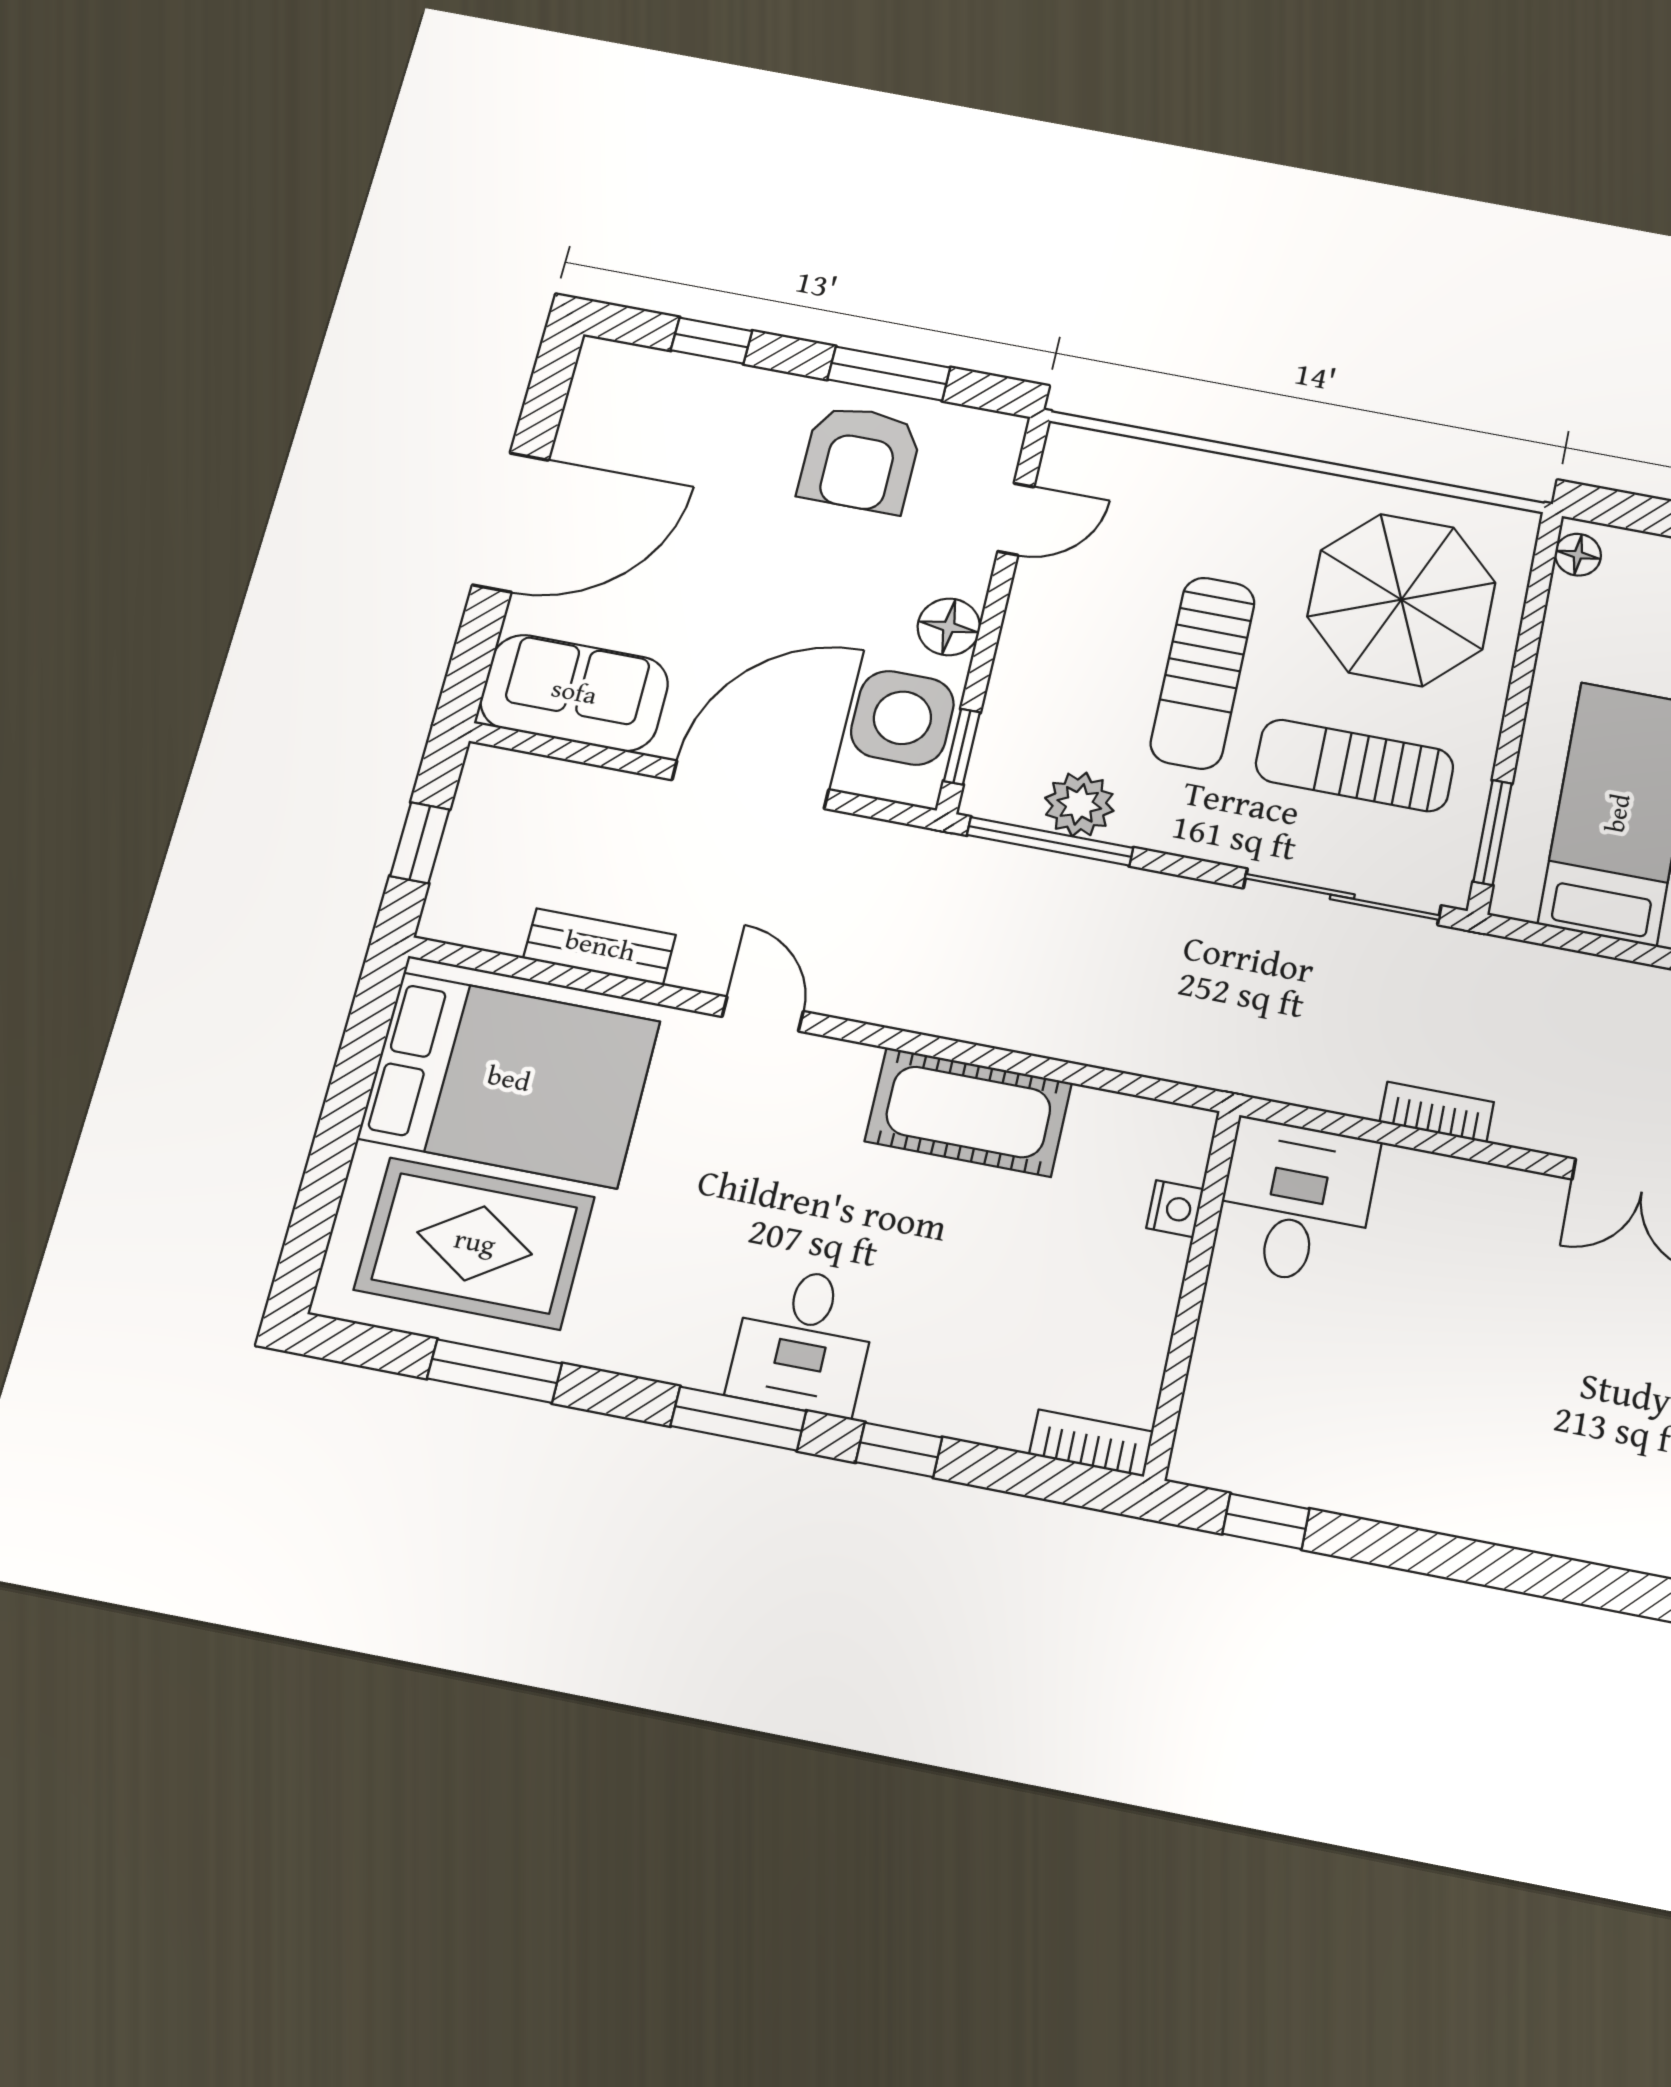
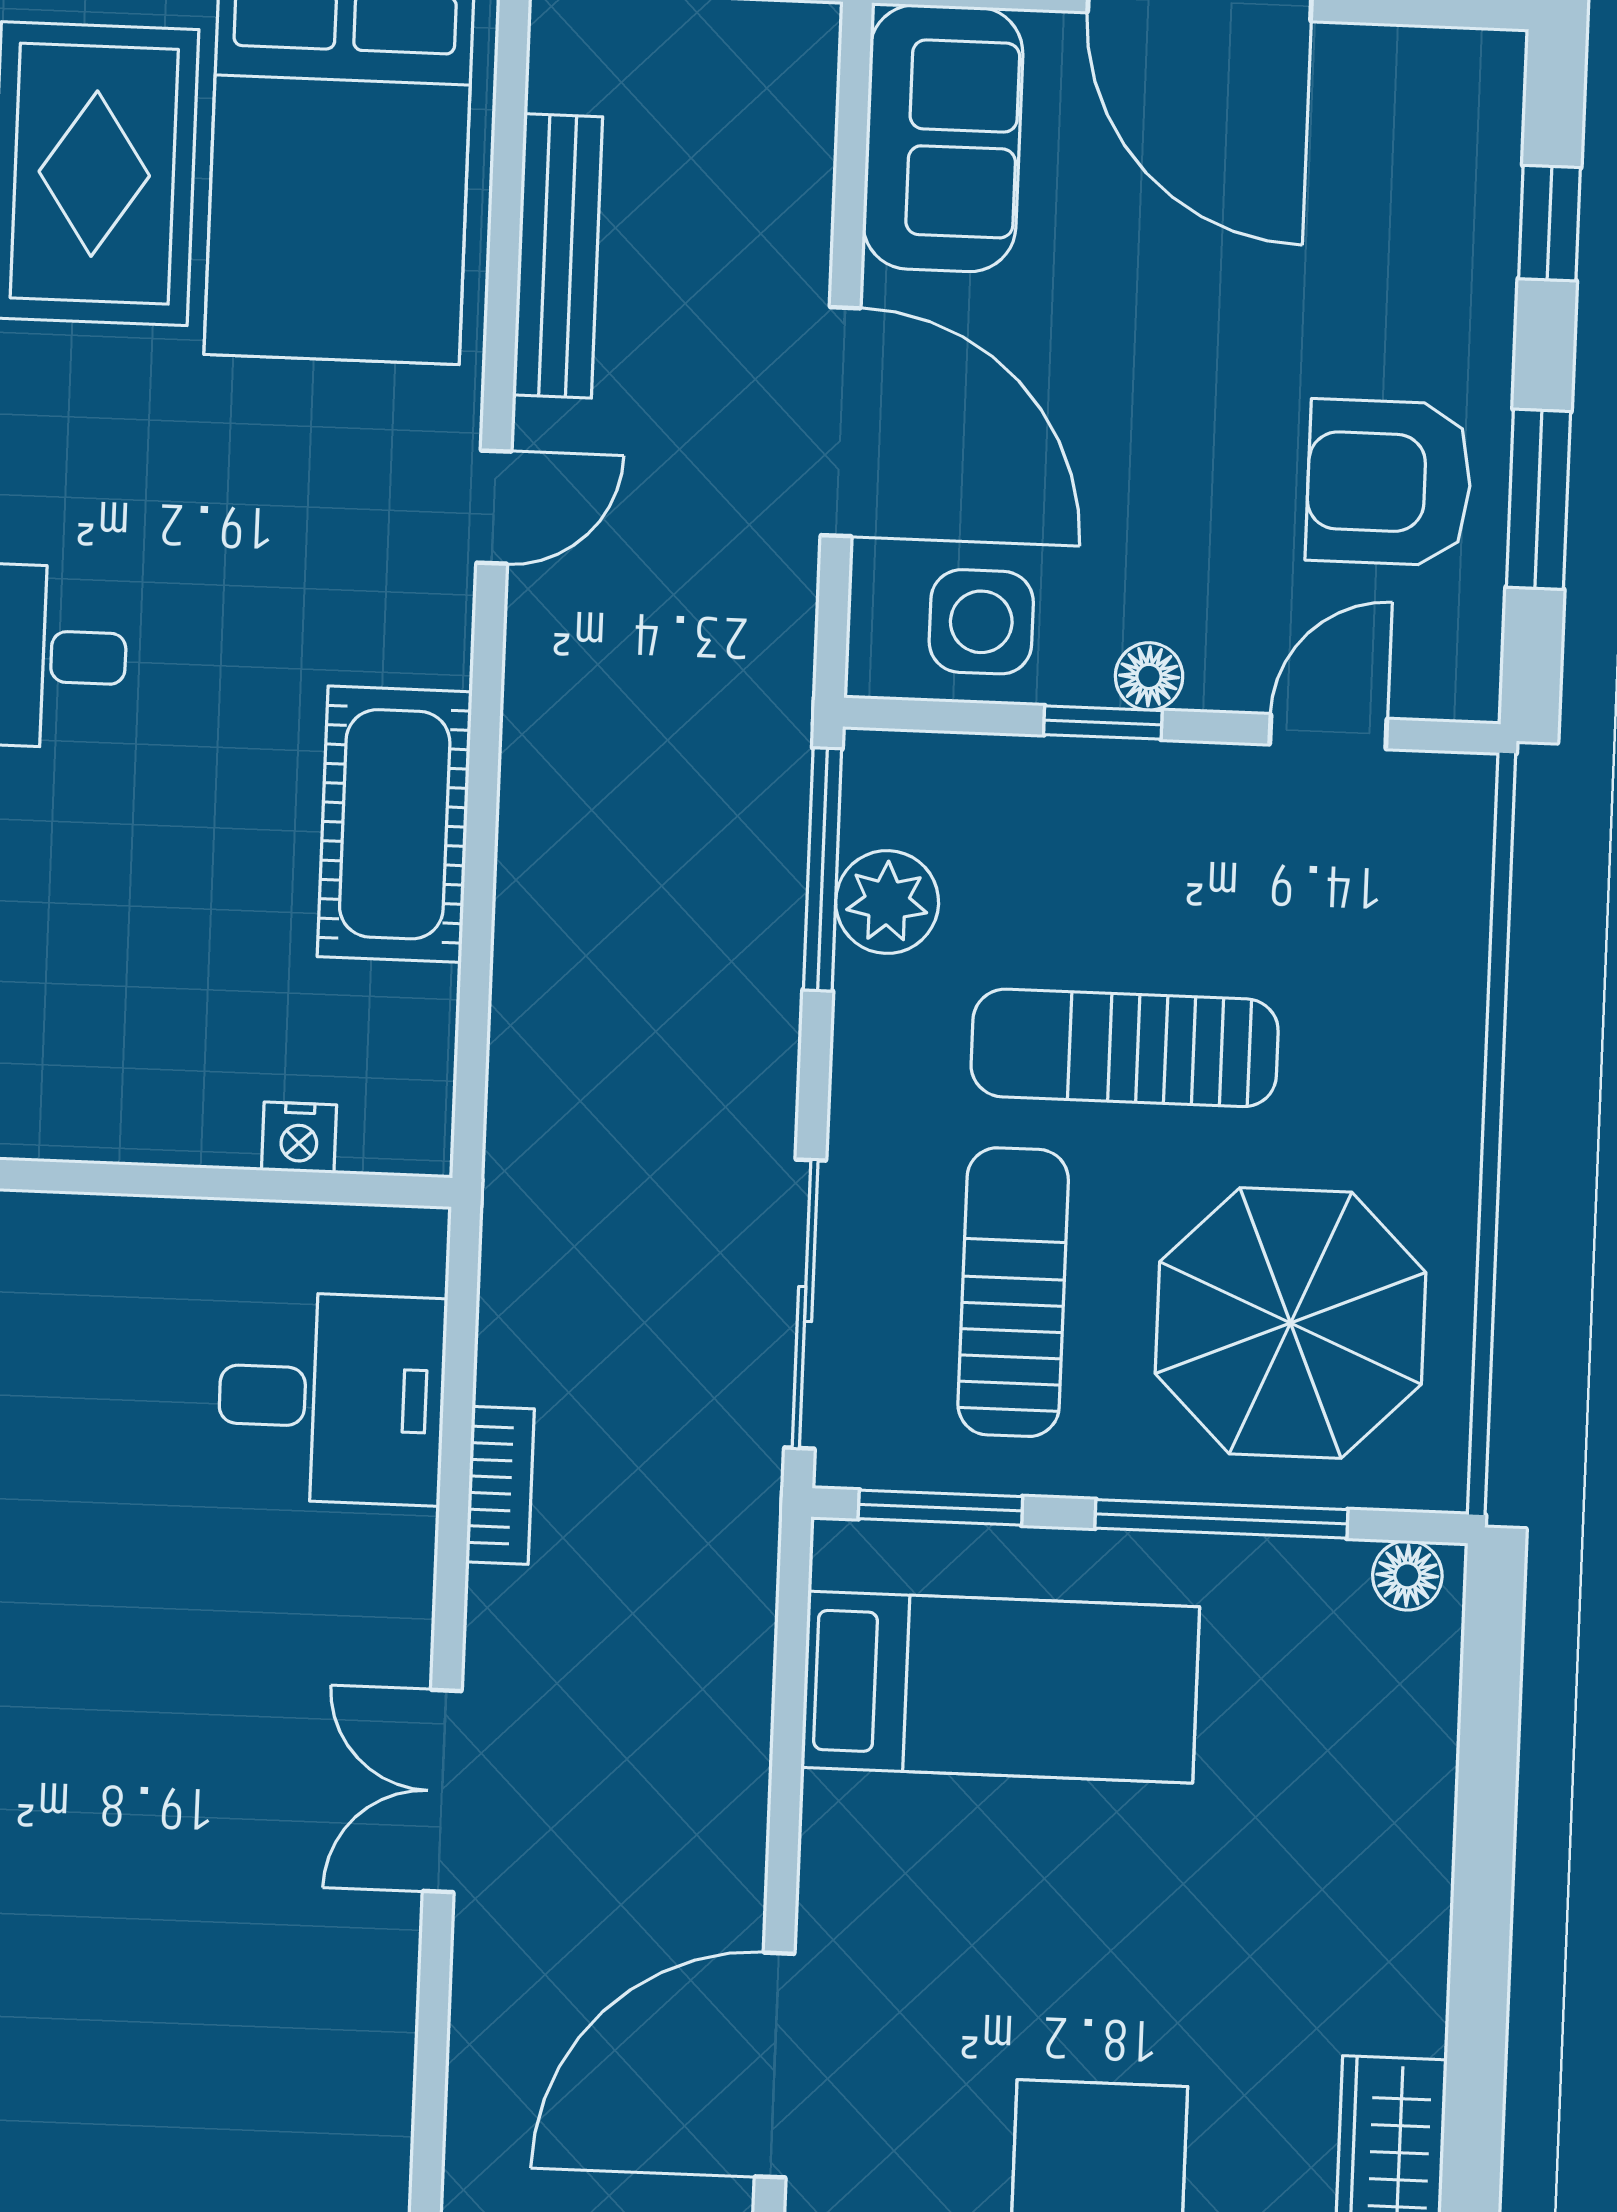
door: (1016, 519) -> (1328, 732), swing flipped
floor lamp: (949, 627) -> (1149, 676), width x0.73, depth x0.73
window: (1525, 661) -> (1221, 1519), added
side table: (902, 718) -> (981, 622), width x0.73, depth x0.73
window: (962, 747) -> (1103, 723), moved
bench: (600, 947) -> (558, 256), width x1.36
desk: (1296, 1202) -> (332, 1398), moved

